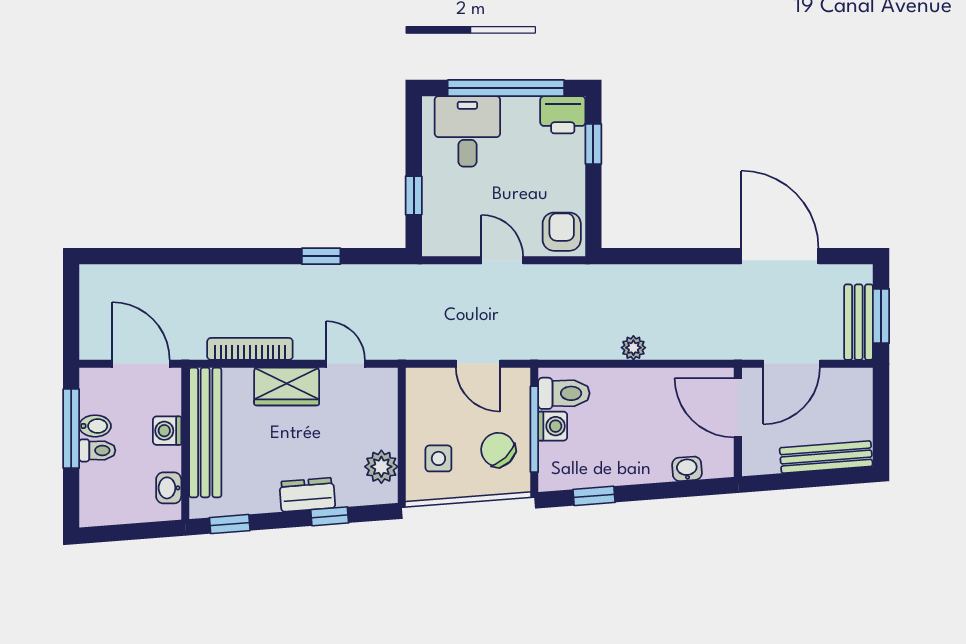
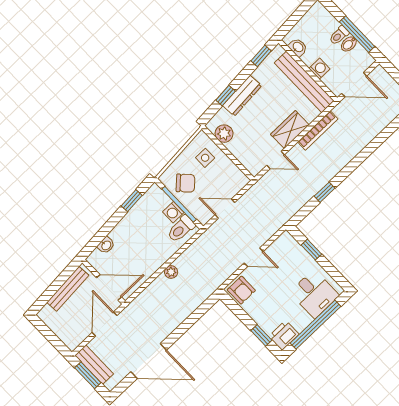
bench: (826, 457) -> (68, 289), moved
dresser: (307, 495) -> (242, 96), width x1.44

